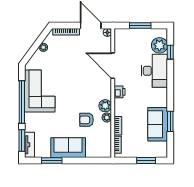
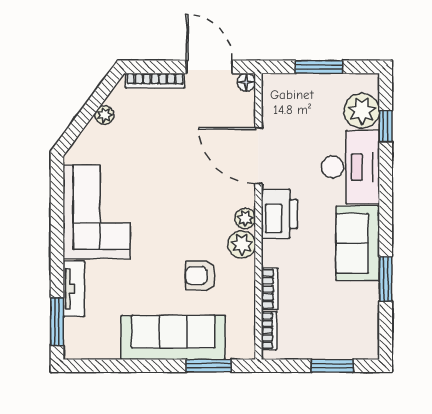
printer: (120, 92) -> (279, 214), width x1.87, depth x1.48
window: (22, 102) -> (57, 236), removed
plant: (107, 117) -> (245, 218), moved
sofa: (158, 124) -> (358, 243), moved
tv unit: (29, 145) -> (74, 289), moved
sofa: (68, 148) -> (173, 337), width x1.36
window: (52, 160) -> (209, 366), moved

